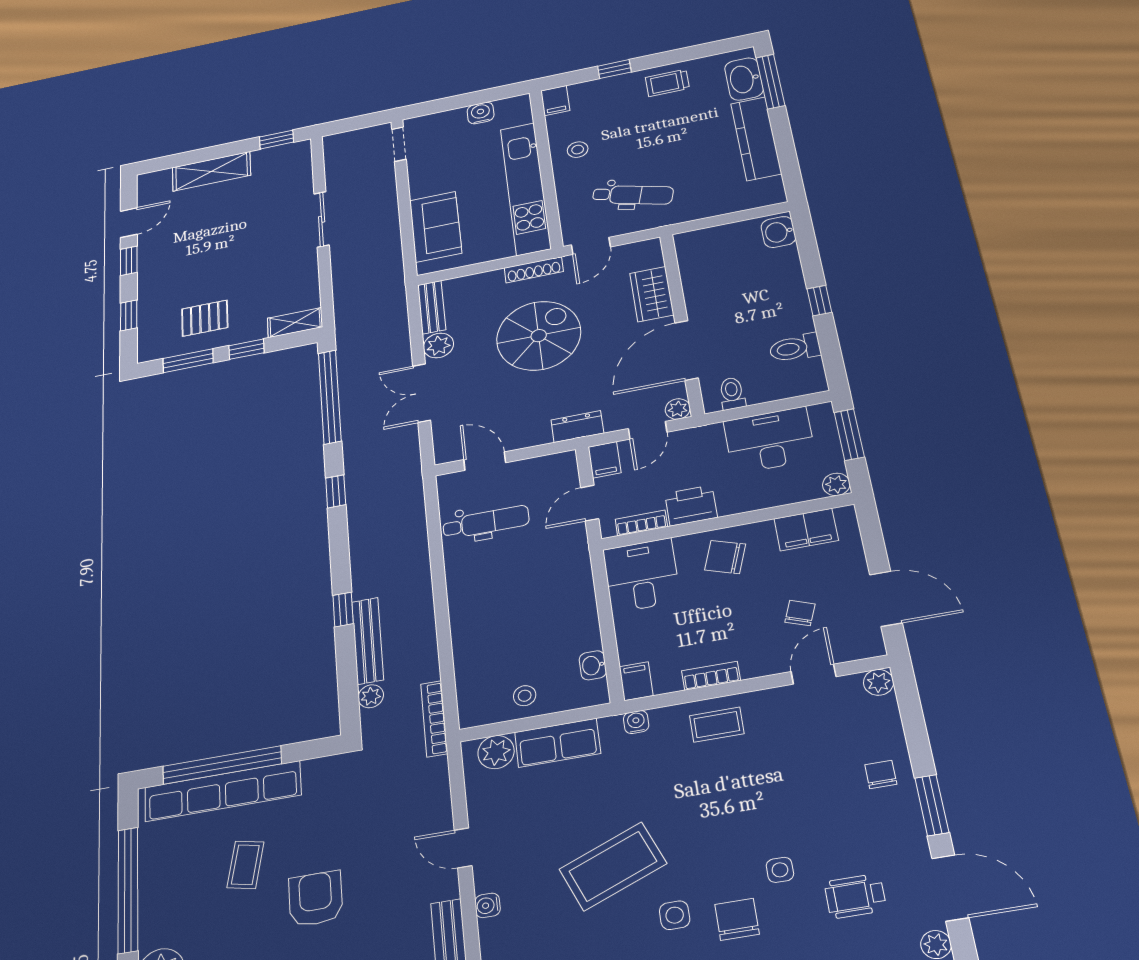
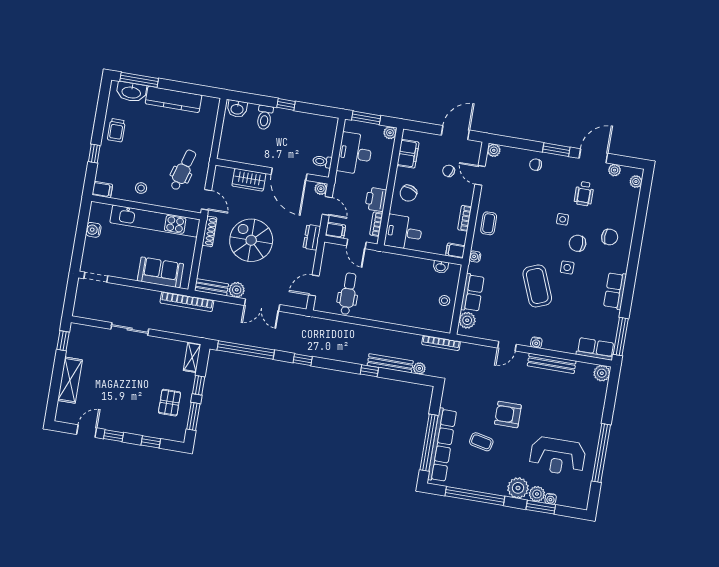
door: (129, 223) -> (87, 431), hinge flipped
bookcase: (394, 281) -> (187, 302), added
toilet: (795, 348) -> (265, 117), moved

